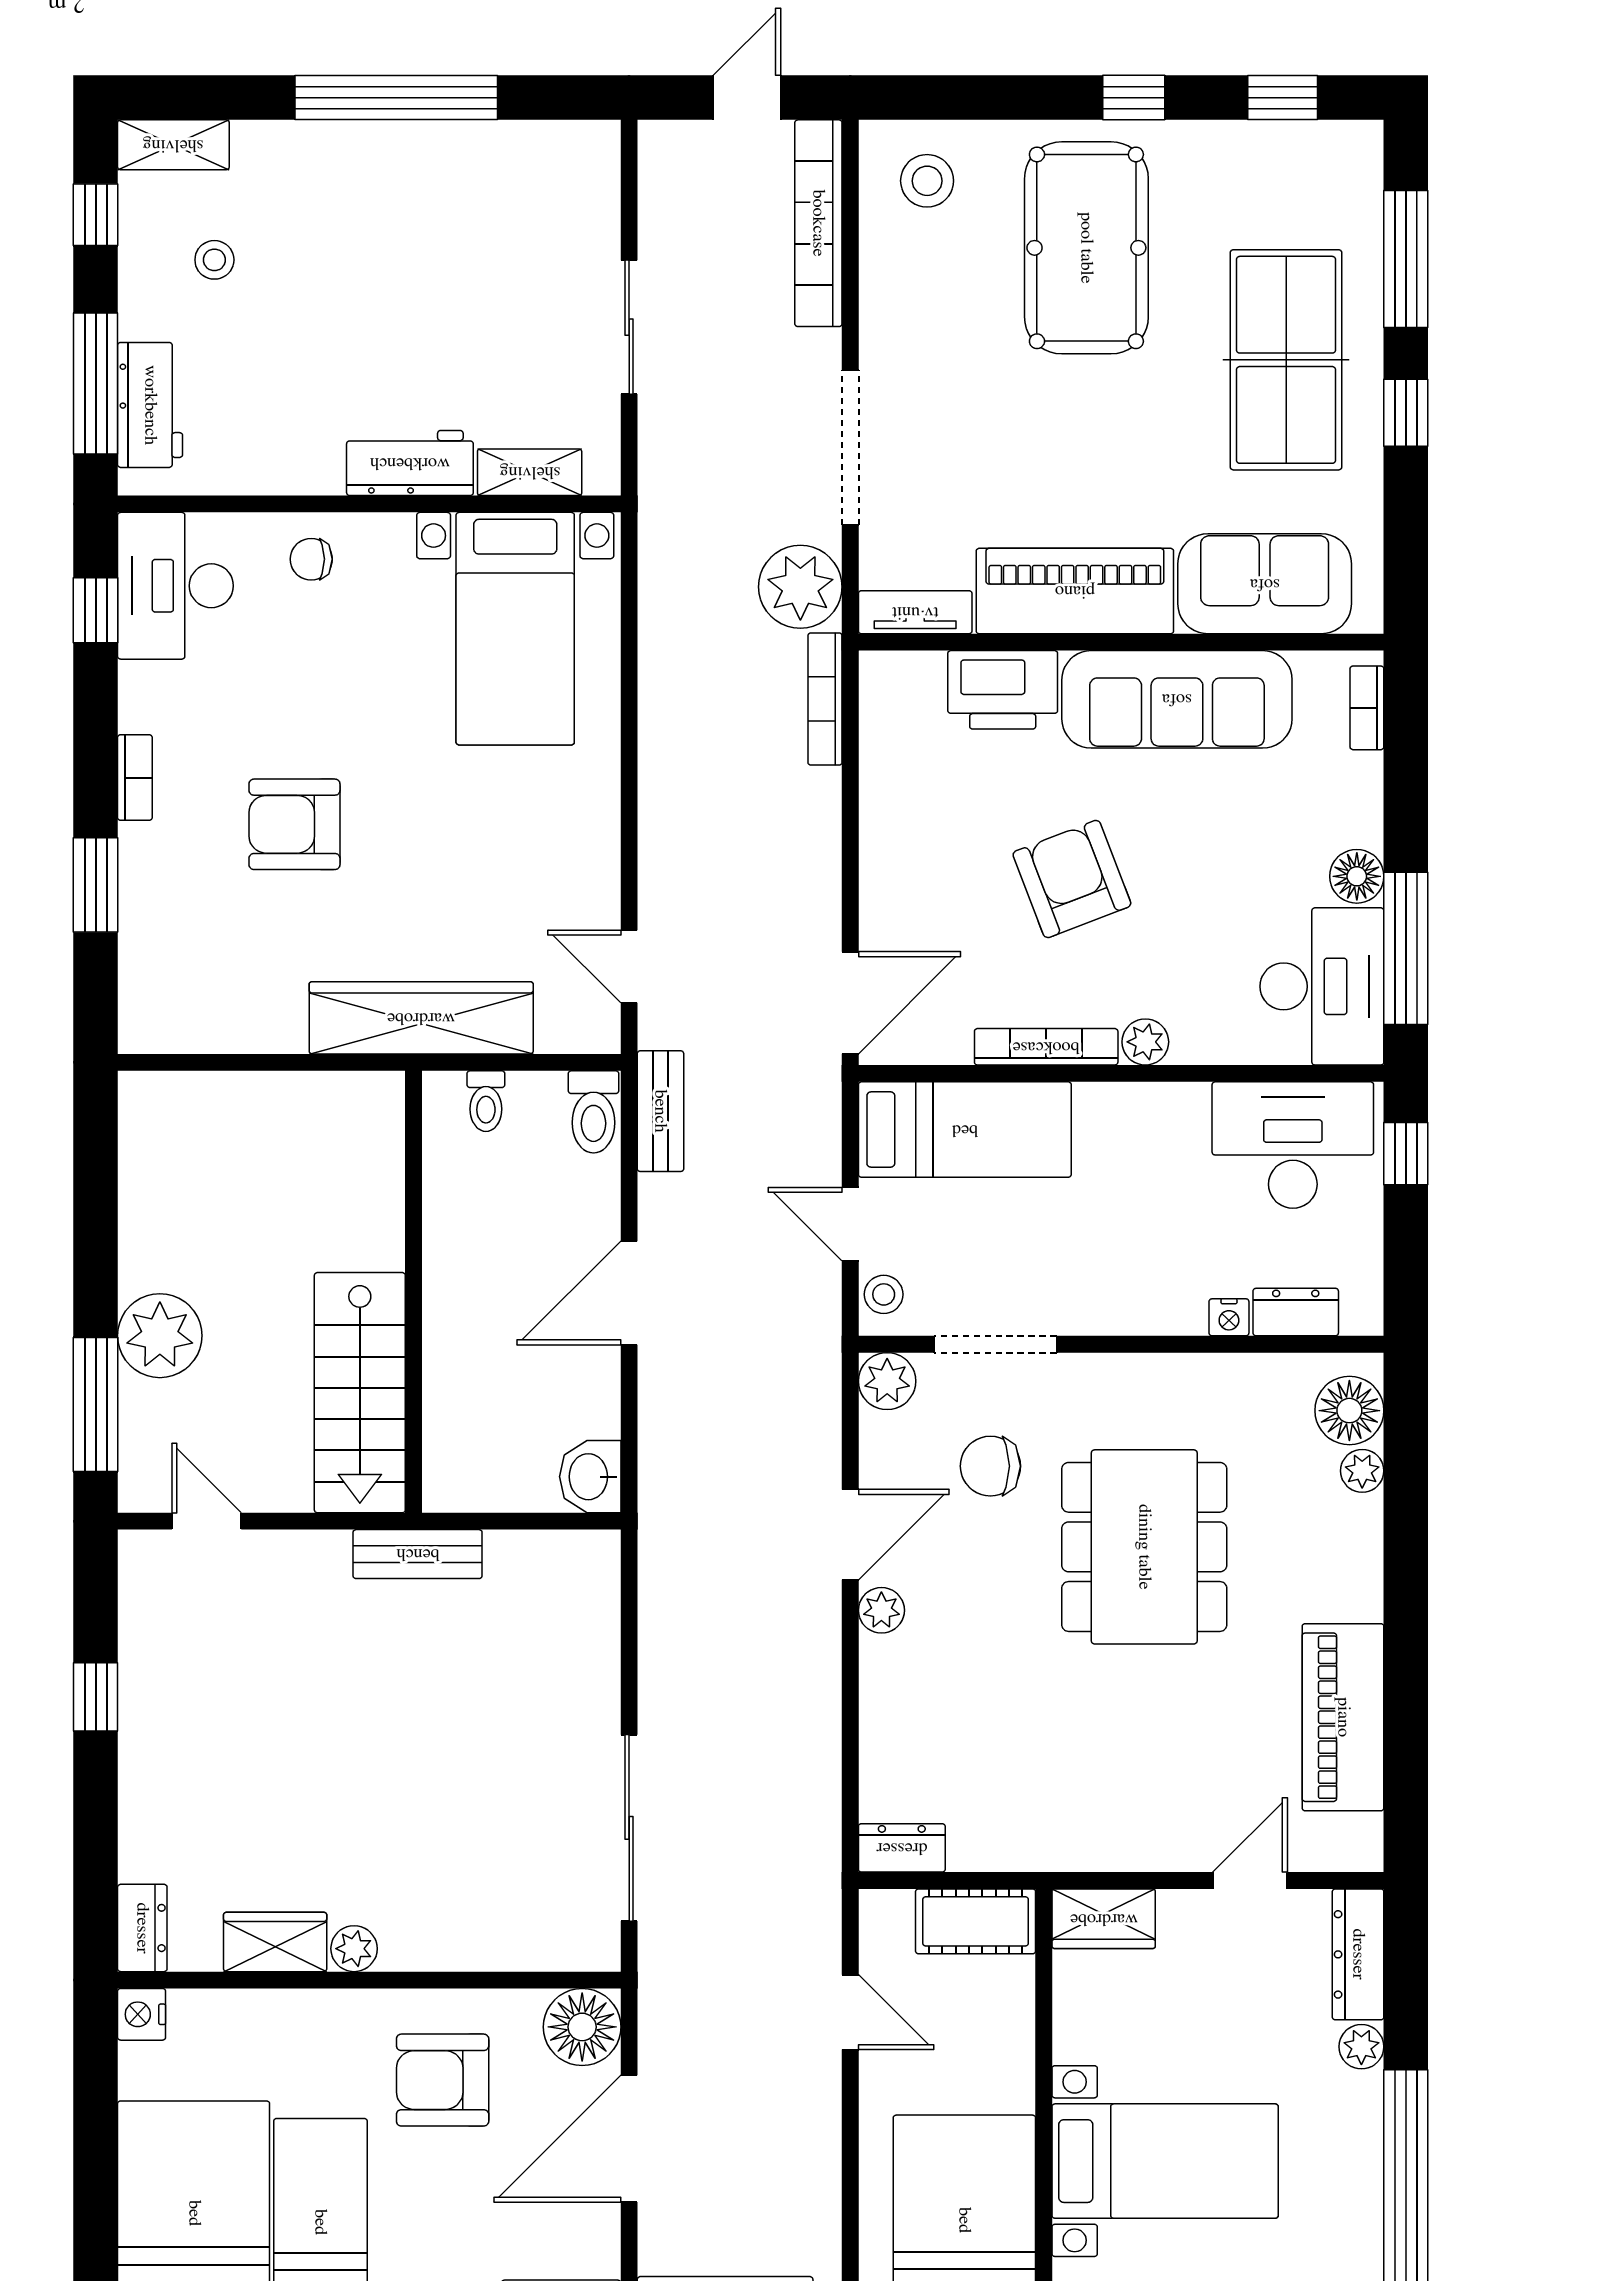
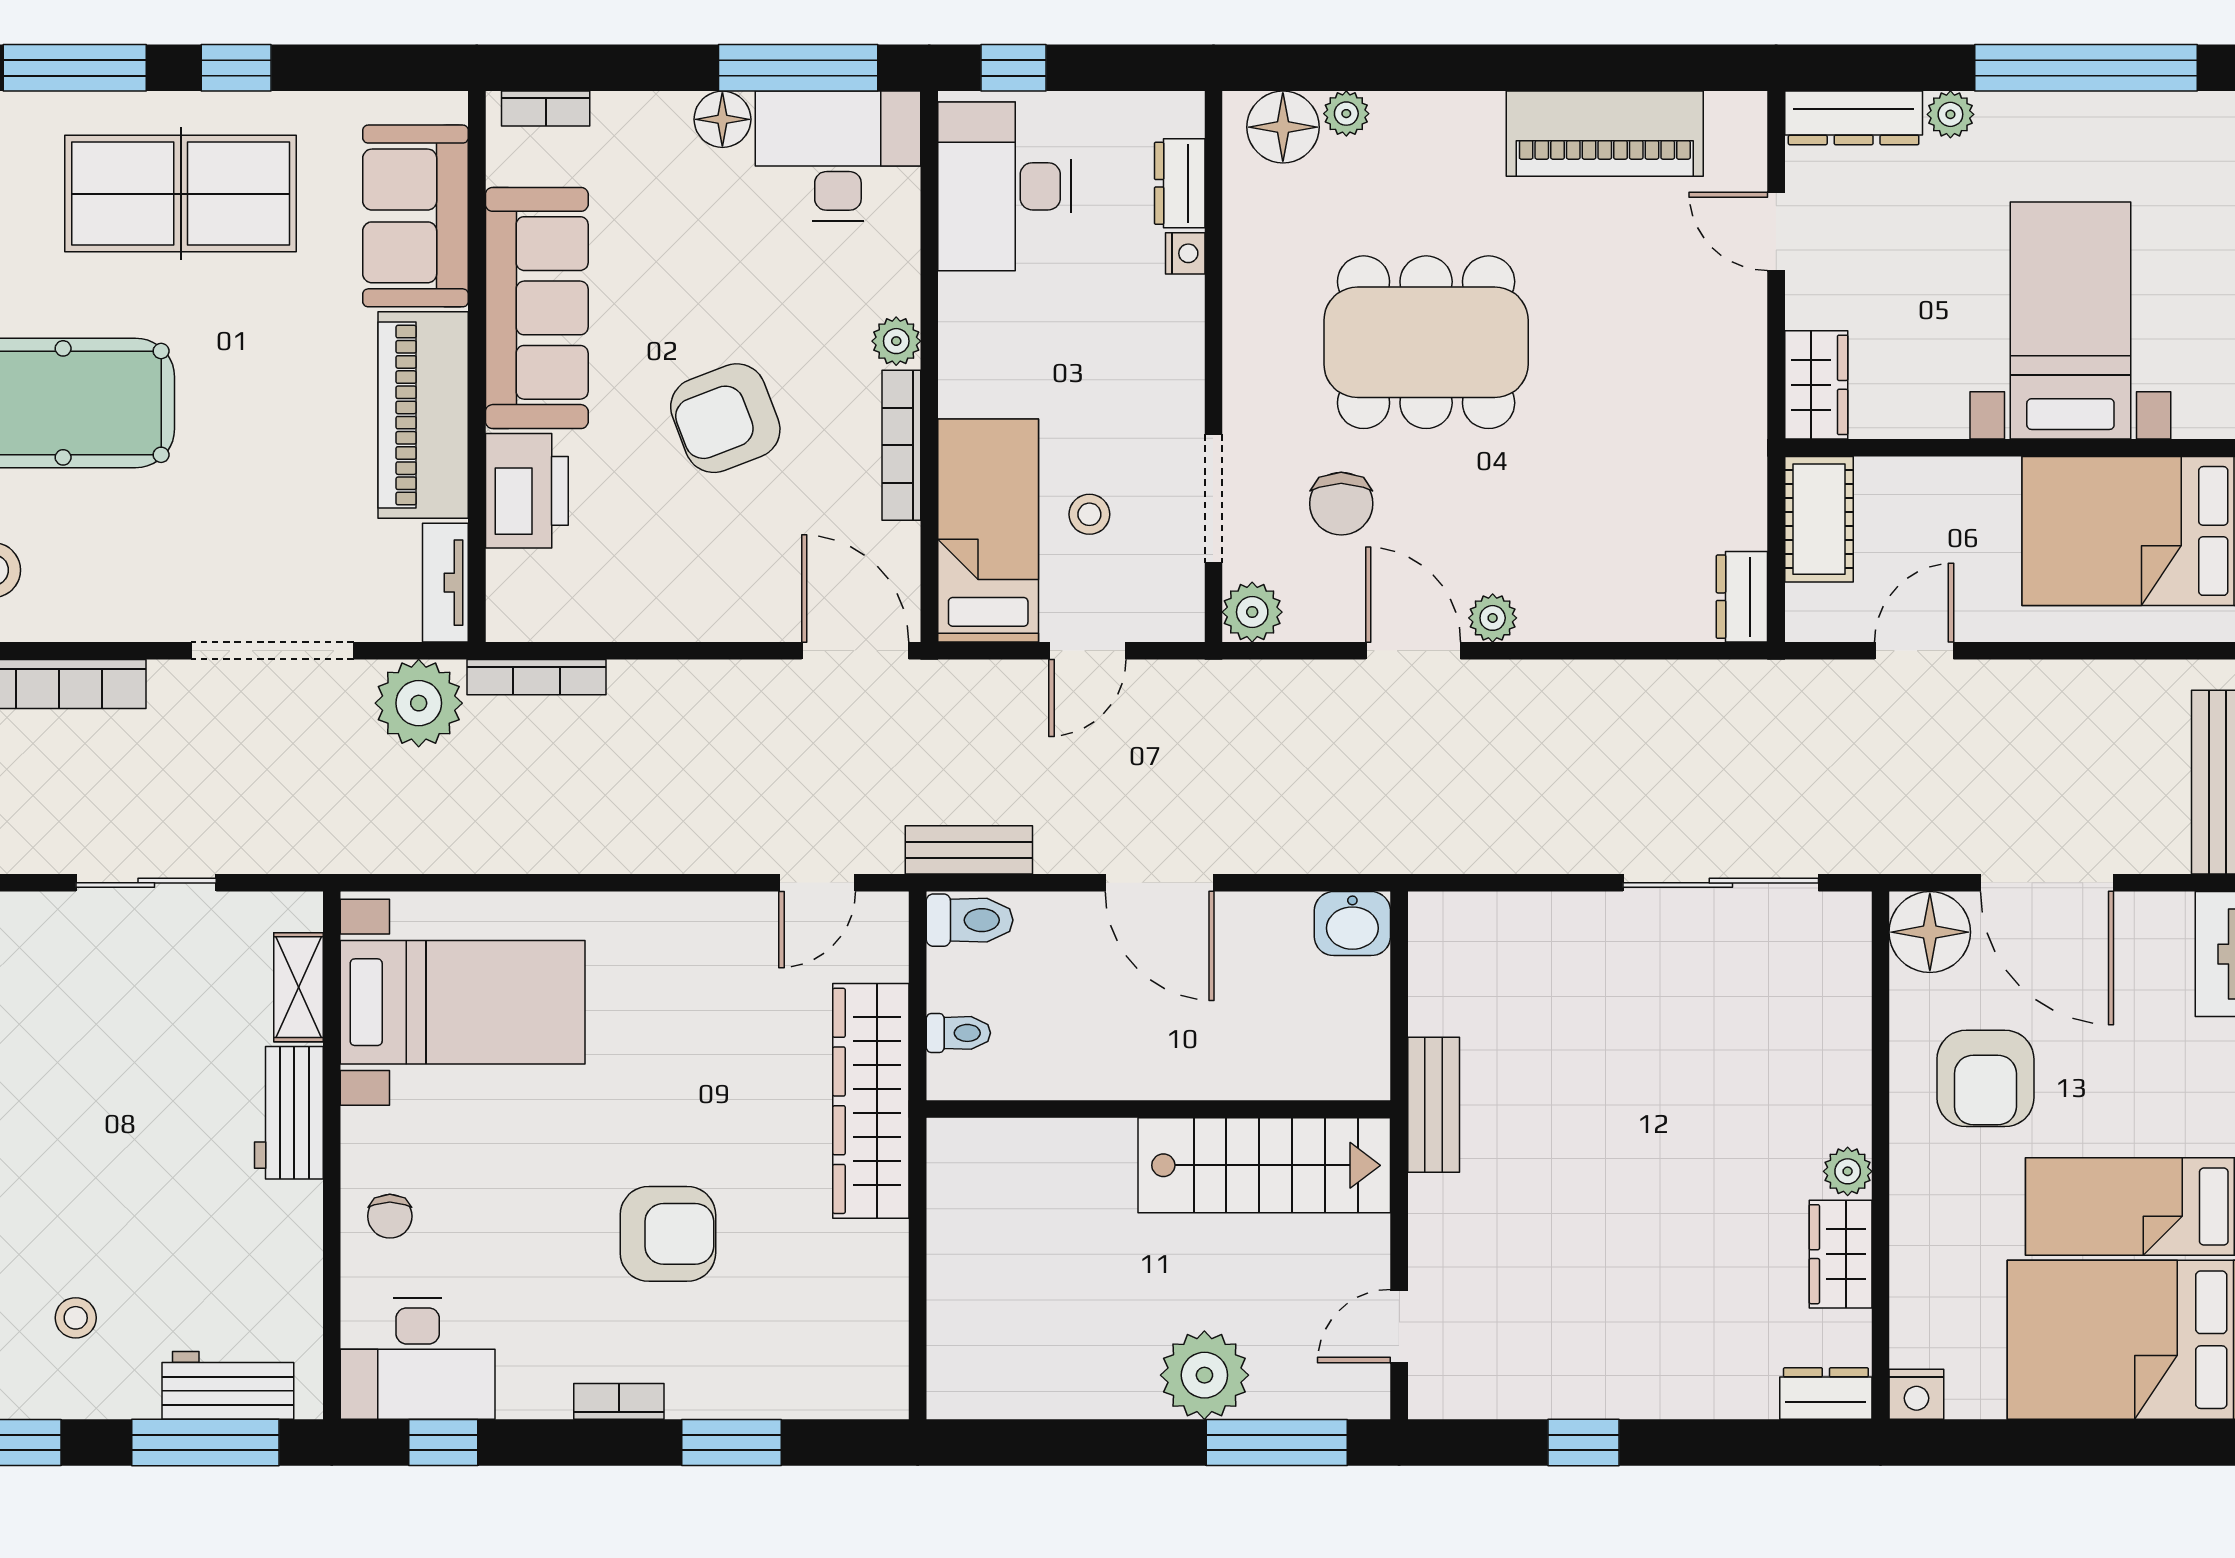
armchair: (294, 824) -> (668, 1234), turned -90
stool: (884, 1294) -> (1089, 514), moved

